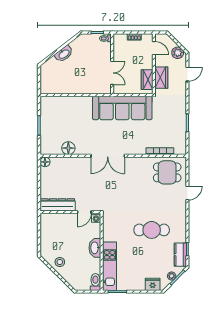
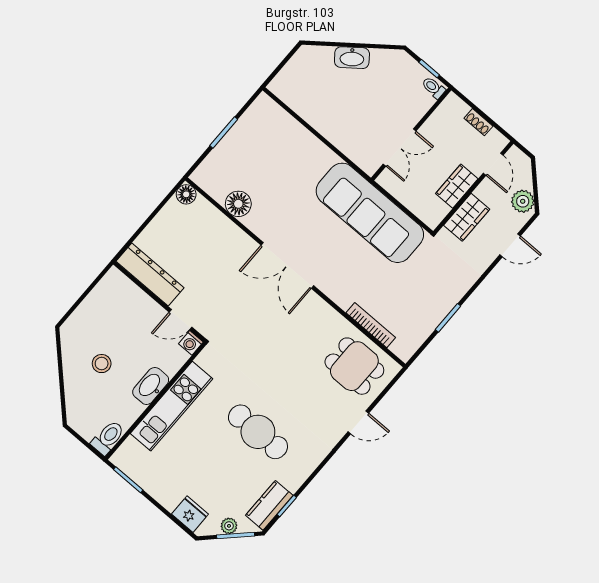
wardrobe: (147, 80) -> (457, 186), moved
stool: (60, 262) -> (102, 364), moved
kitchen unit: (110, 266) -> (171, 406), moved

